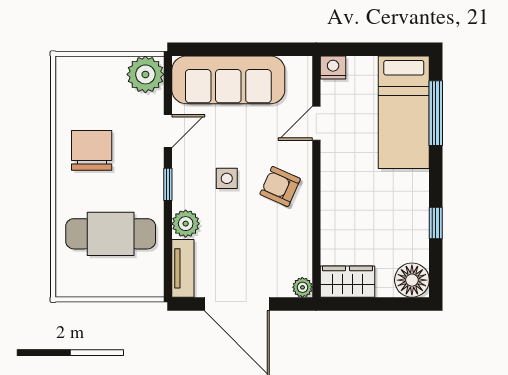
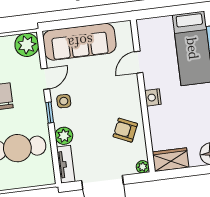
nightstand: (333, 68) -> (153, 97), moved, turned -90
side table: (227, 178) -> (64, 101), moved
armchair: (280, 186) -> (125, 130), moved

